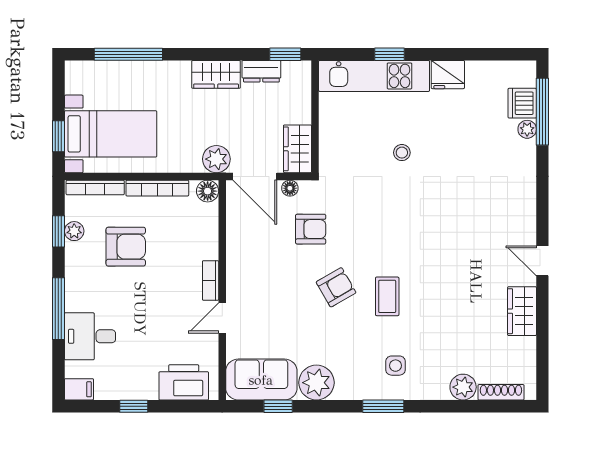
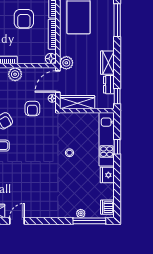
dishwasher: (522, 103) -> (107, 207), moved, turned -90
wardrobe: (297, 149) -> (77, 102), width x1.50
plant: (240, 265) -> (15, 74), added

